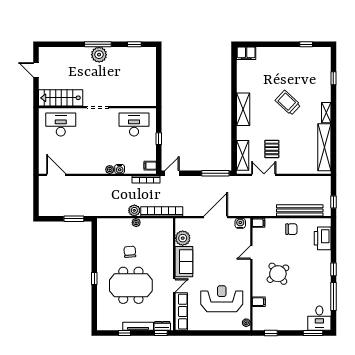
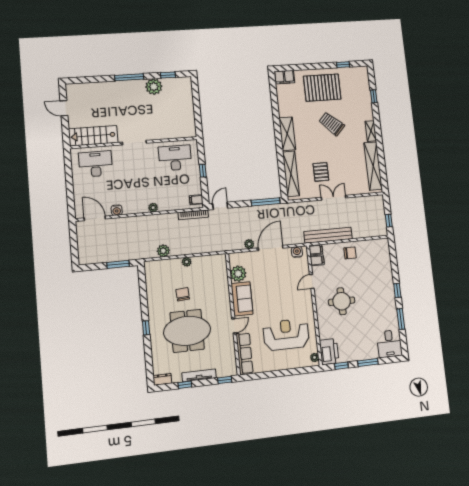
plant: (99, 55) -> (154, 87), moved
pallet: (283, 66) -> (322, 88), added
shelving: (243, 155) -> (291, 174), width x1.47
water cooler: (120, 169) -> (117, 210), moved
double door: (264, 175) -> (333, 198), moved
plant: (134, 210) -> (163, 251), moved
bench: (300, 210) -> (328, 235), moved
bookcase: (162, 211) -> (213, 247), removed
plant: (196, 212) -> (249, 244), added
printer: (323, 238) -> (329, 352), moved, turned 180
round table: (278, 274) -> (342, 301), turned 37
window: (333, 296) -> (401, 319), width x0.69
filing cabinet: (259, 302) -> (317, 260), moved
dresser: (162, 326) -> (162, 379), moved
window: (313, 333) -> (368, 362), moved

